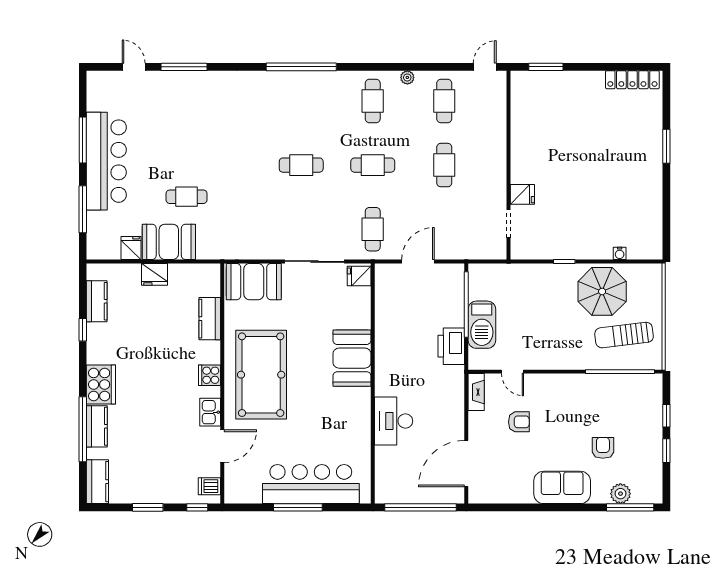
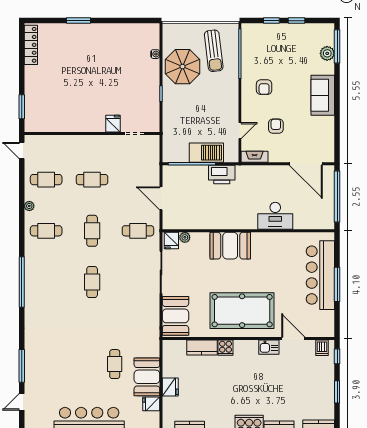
plant: (363, 295) -> (185, 237), added
cooker: (209, 375) -> (226, 348), moved
armchair: (603, 448) -> (264, 87), moved, turned -90

